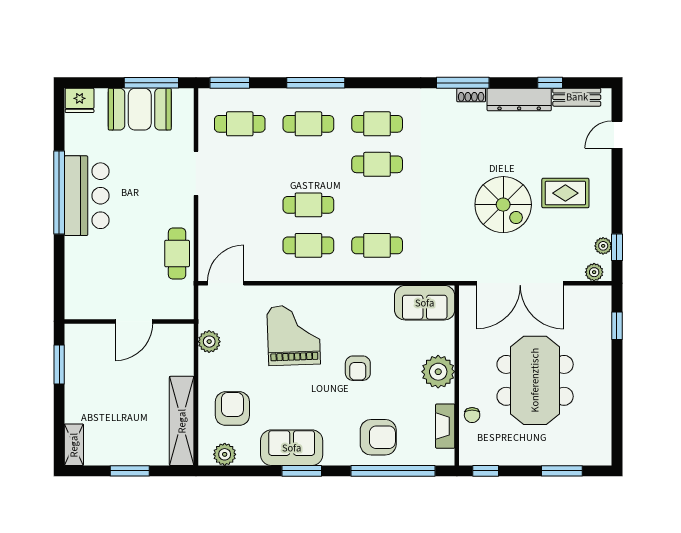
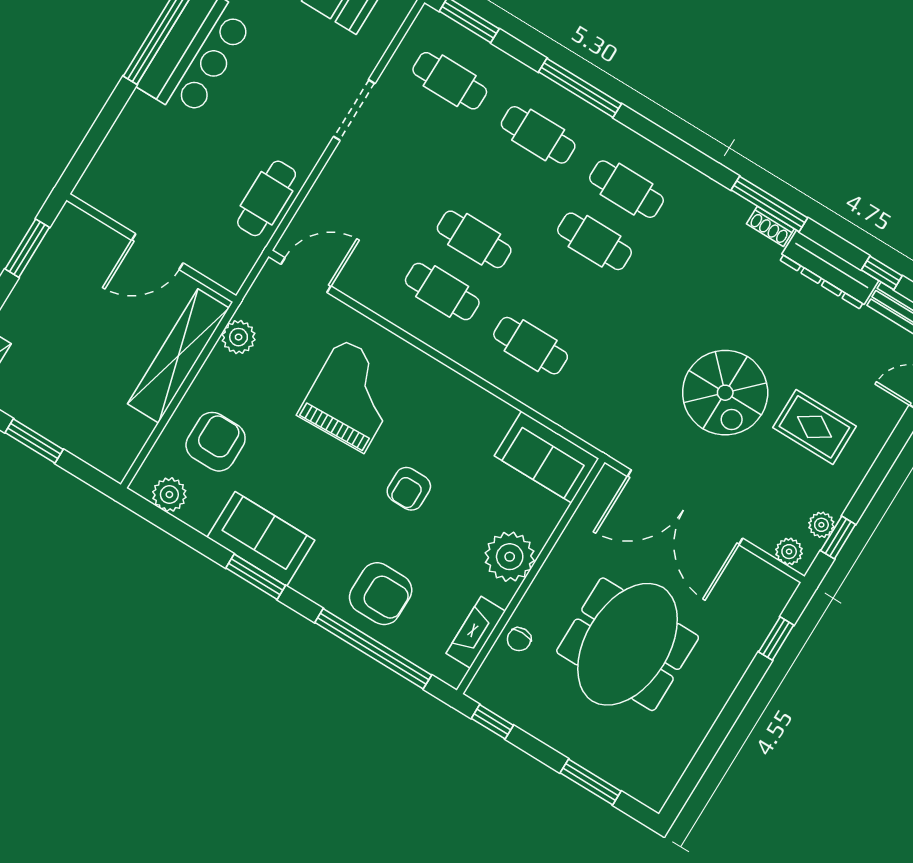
shelving: (182, 421) -> (178, 356), moved

